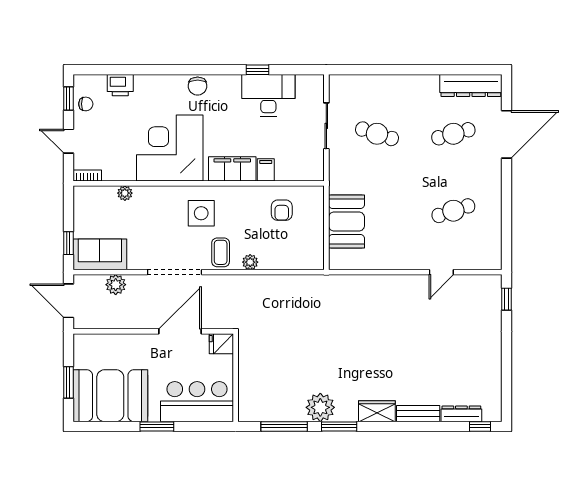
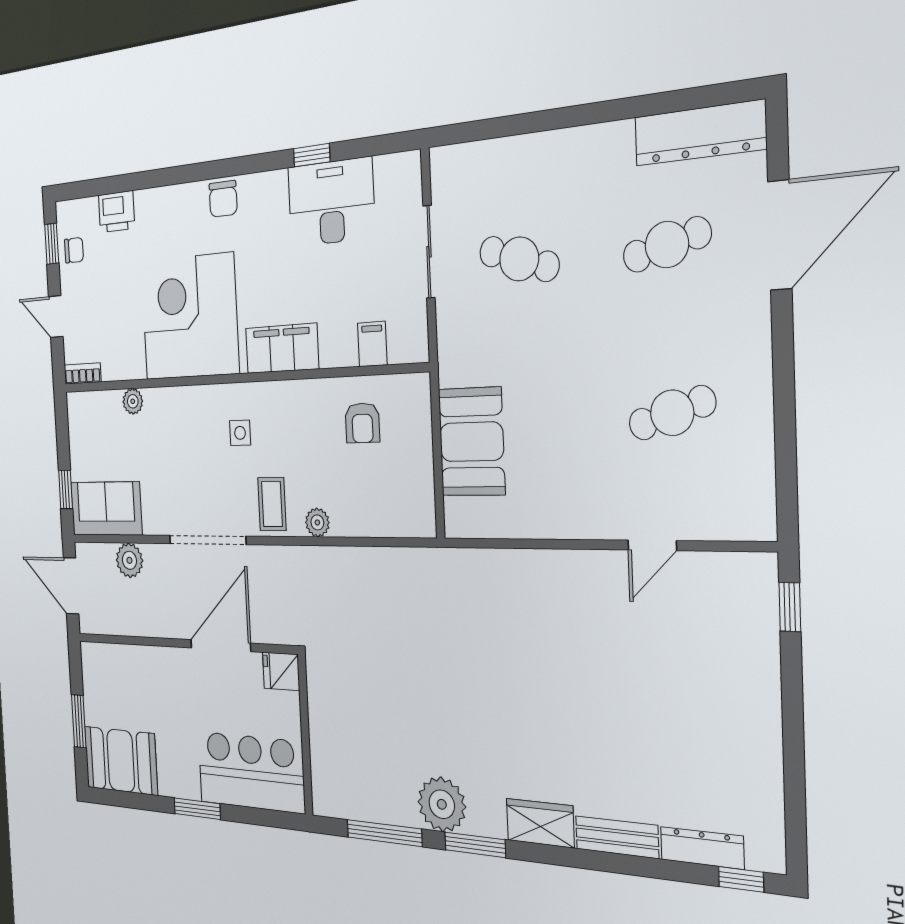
filing cabinet: (266, 170) -> (372, 344), moved
side table: (201, 213) -> (240, 433), width x0.54, depth x0.54
booth: (110, 396) -> (121, 761), width x0.73, depth x0.70

